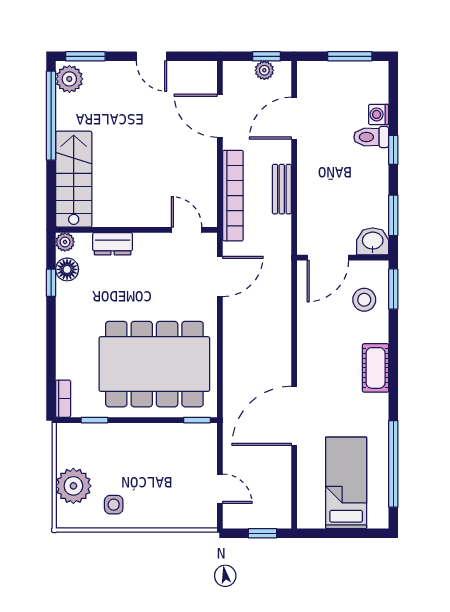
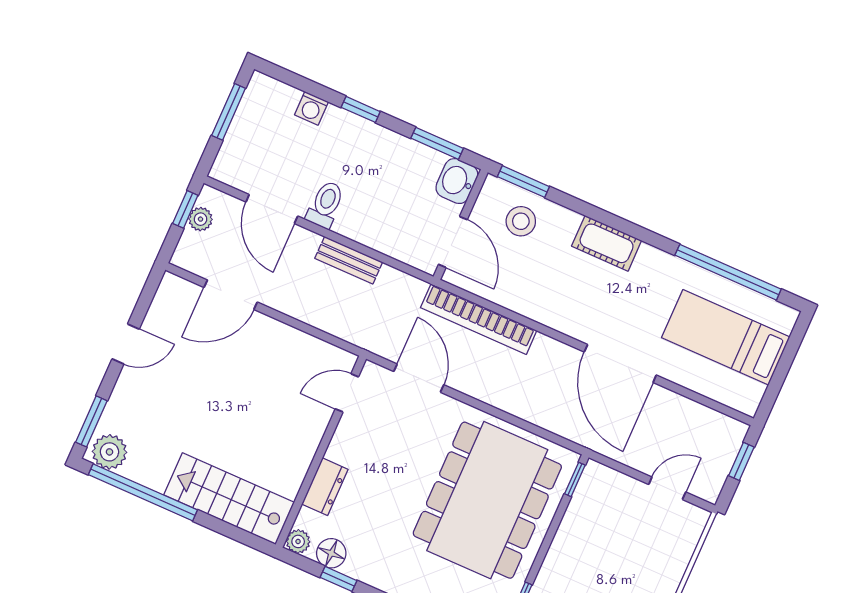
toilet: (371, 137) -> (325, 204), moved, turned 180
bookcase: (233, 196) -> (479, 319), moved, turned 180

